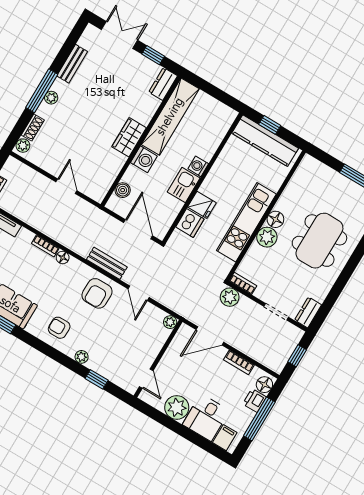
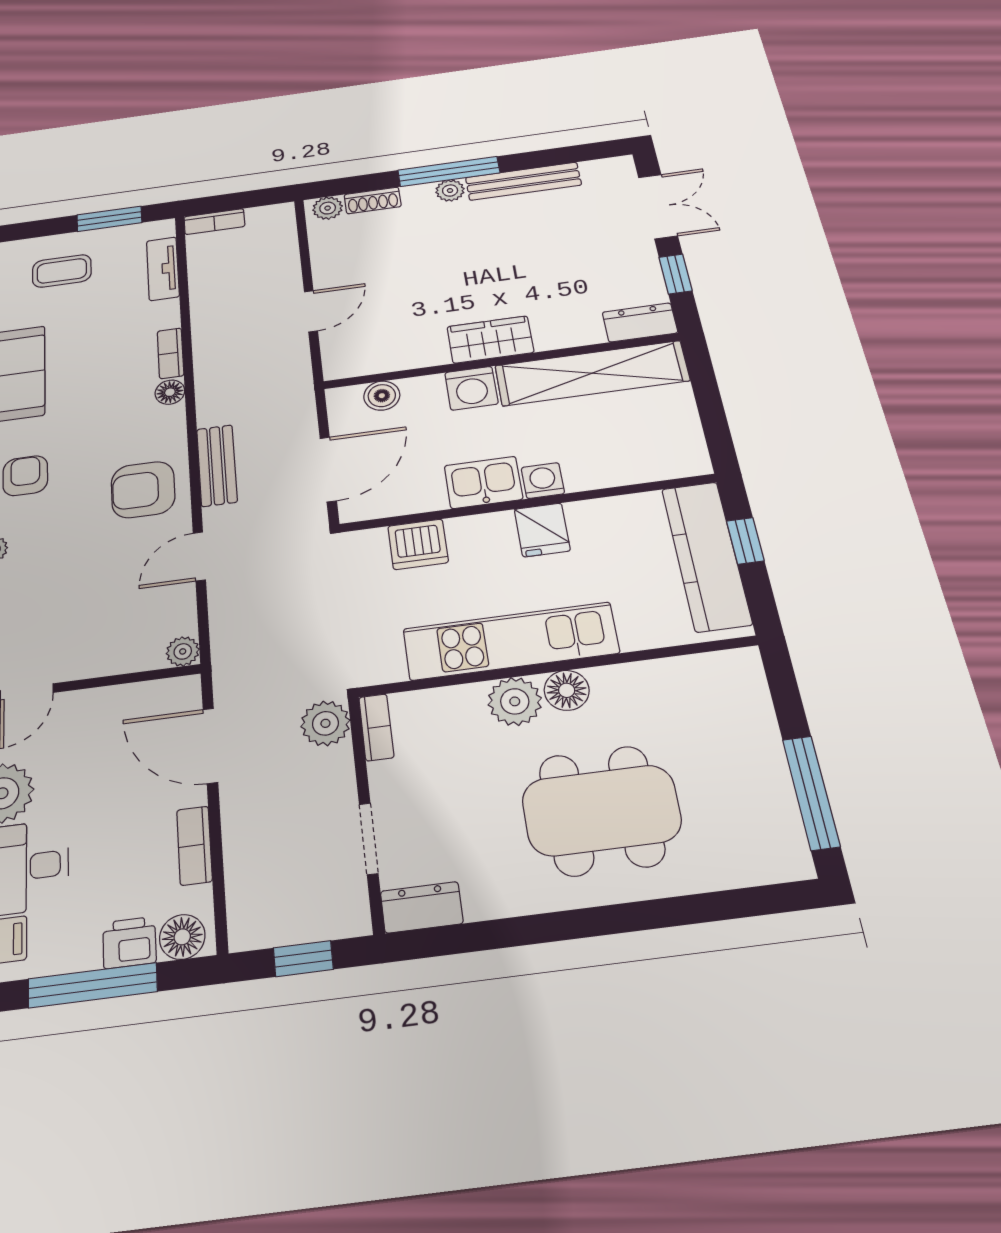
bench: (72, 64) -> (523, 181), width x1.36
fridge: (202, 205) -> (542, 530), moved

